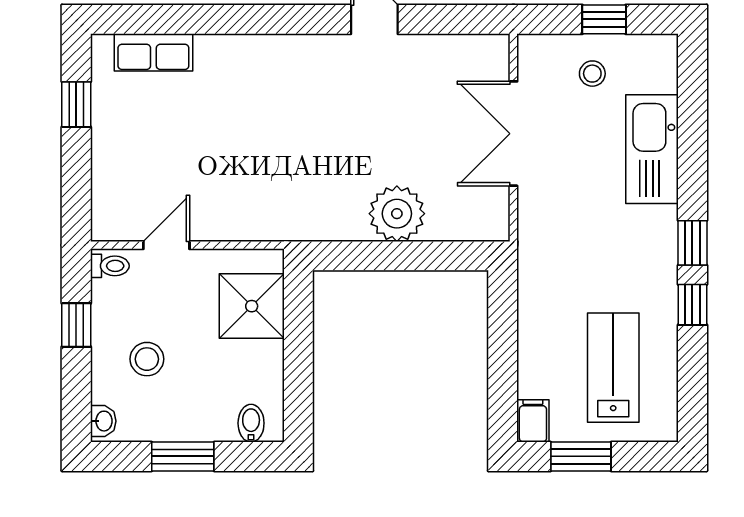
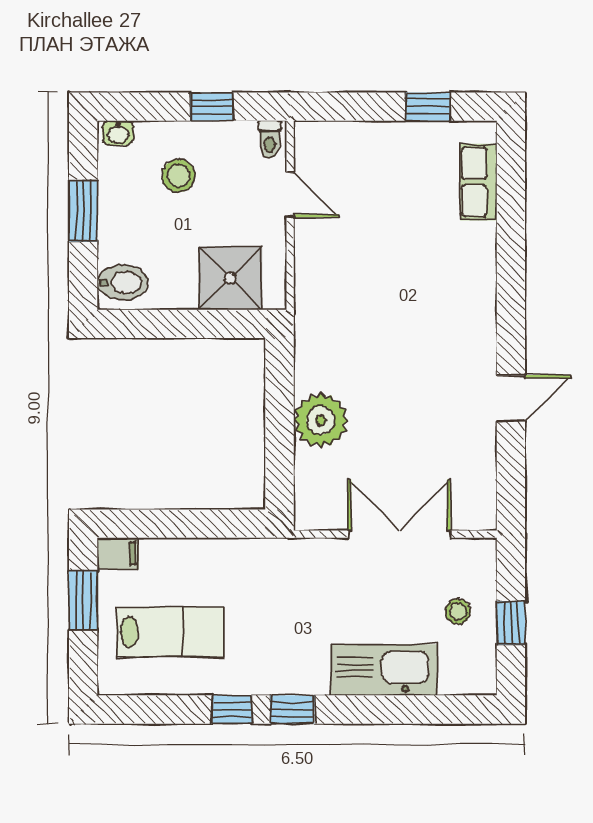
bidet: (251, 423) -> (122, 282), width x1.38, depth x1.36

